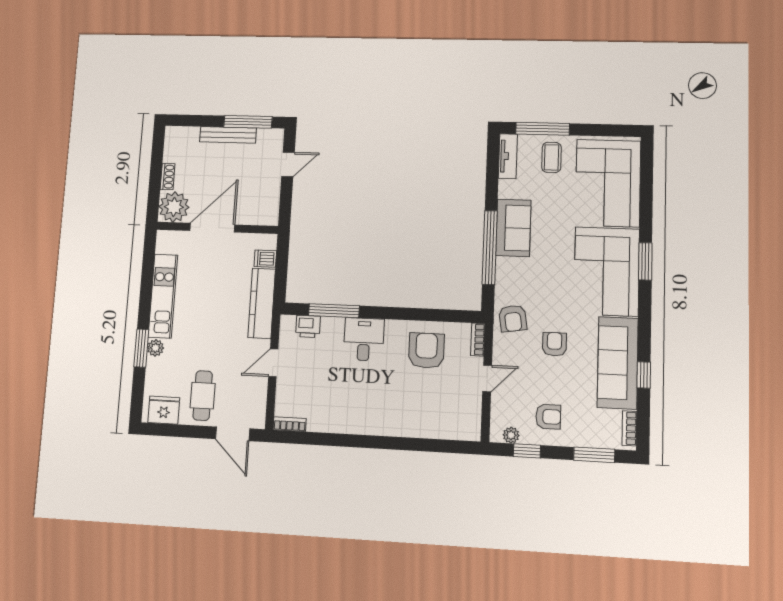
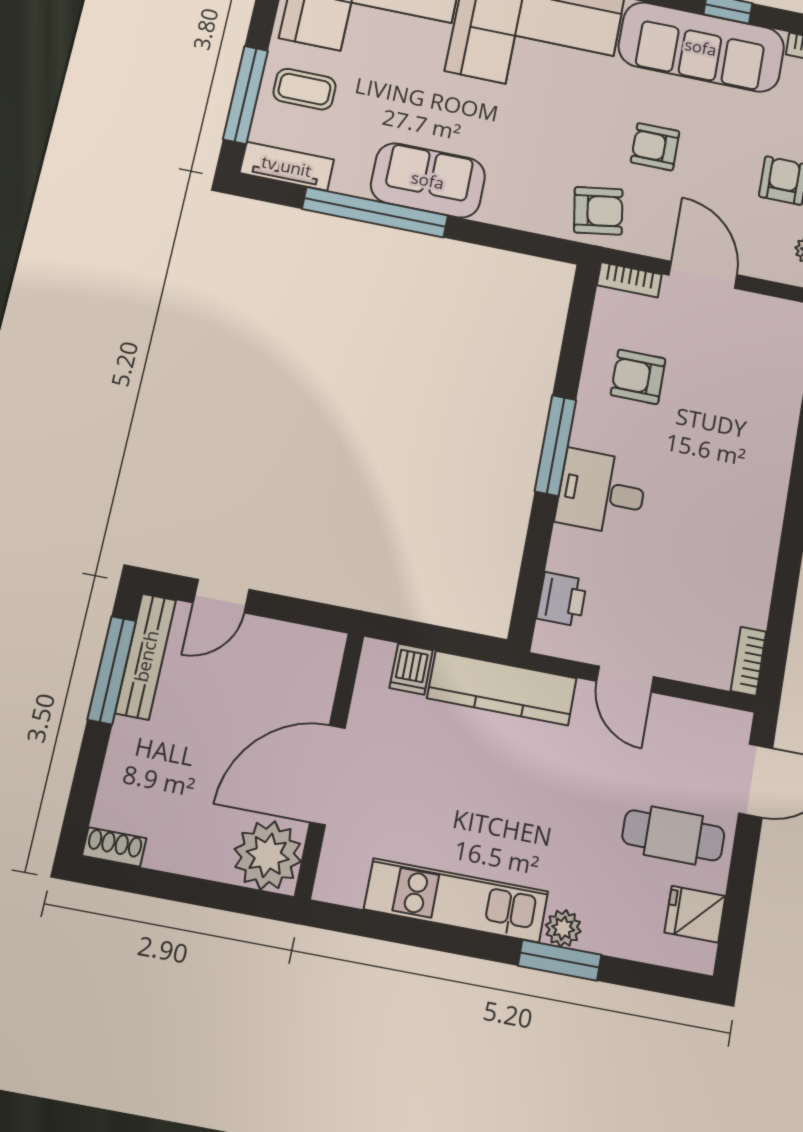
bench: (228, 135) -> (146, 656), moved
door: (288, 164) -> (221, 596), swing flipped
shoe rack: (168, 177) -> (114, 847), moved
door: (212, 228) -> (327, 775), hinge flipped
window: (490, 248) -> (375, 212), moved
window: (334, 311) -> (555, 445), moved
armchair: (426, 351) -> (638, 377), width x0.72, depth x0.72
door: (487, 378) -> (703, 275), width x1.38
fridge: (164, 410) -> (695, 914), width x0.72

